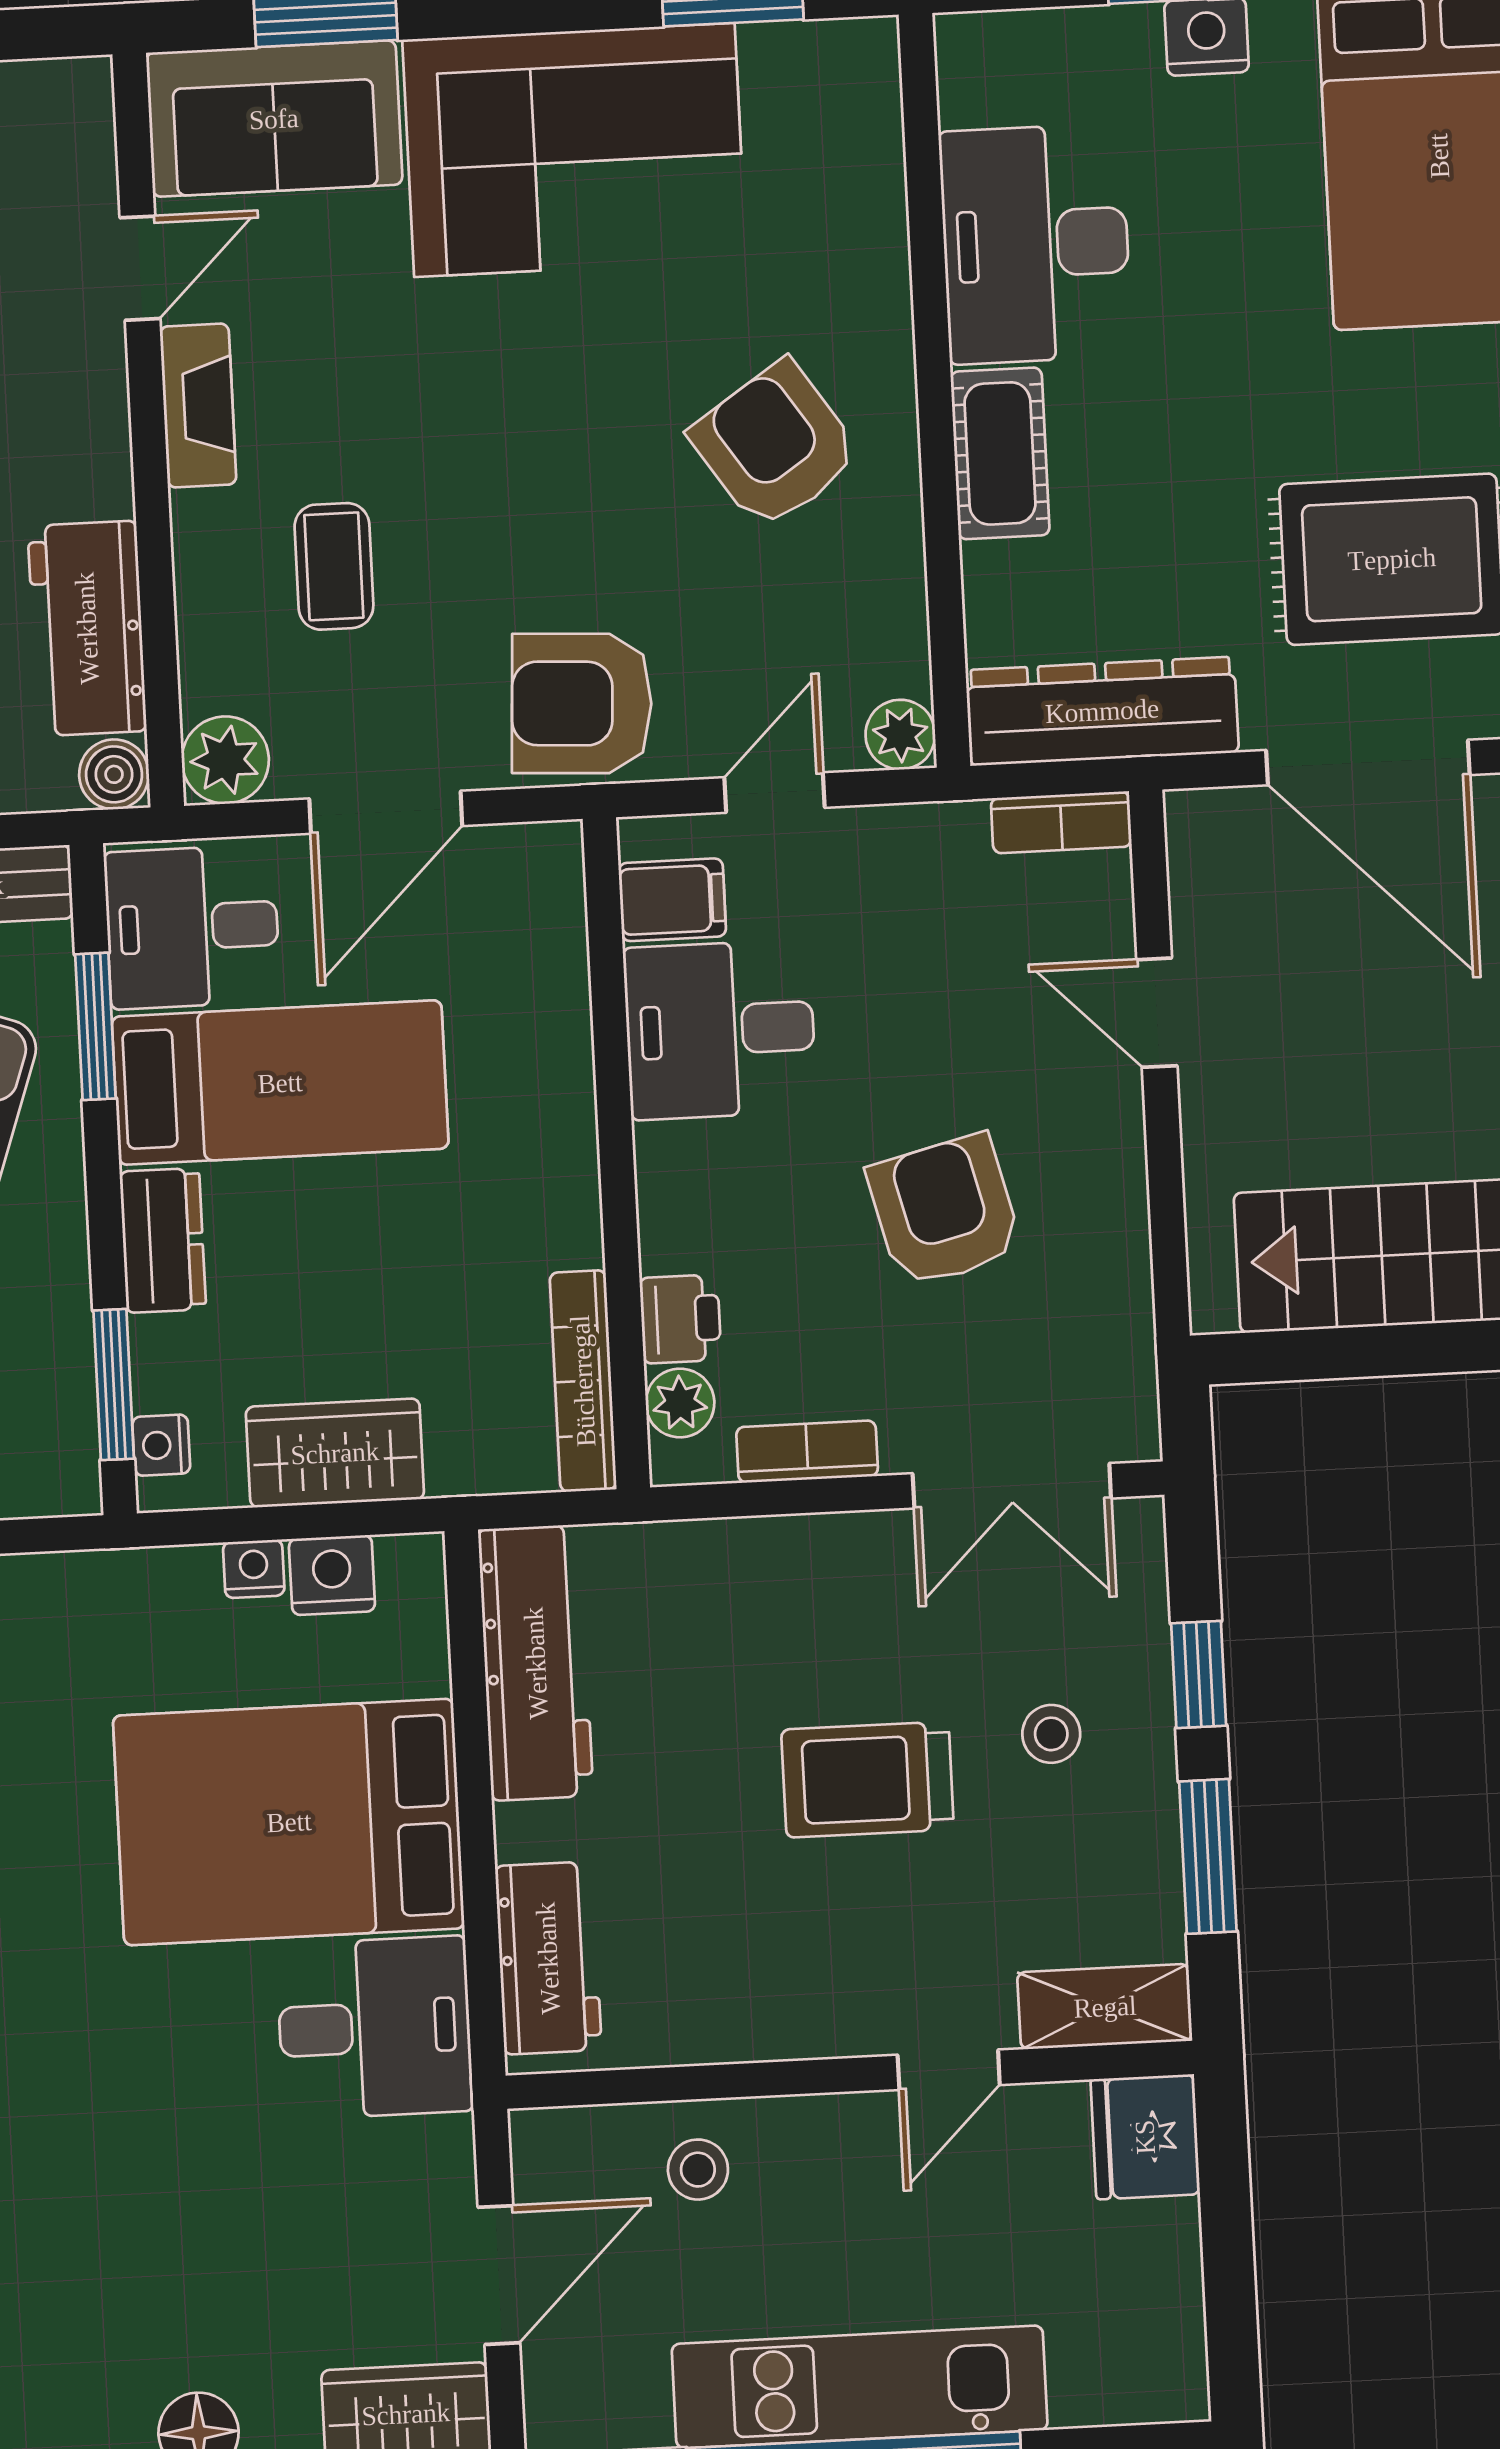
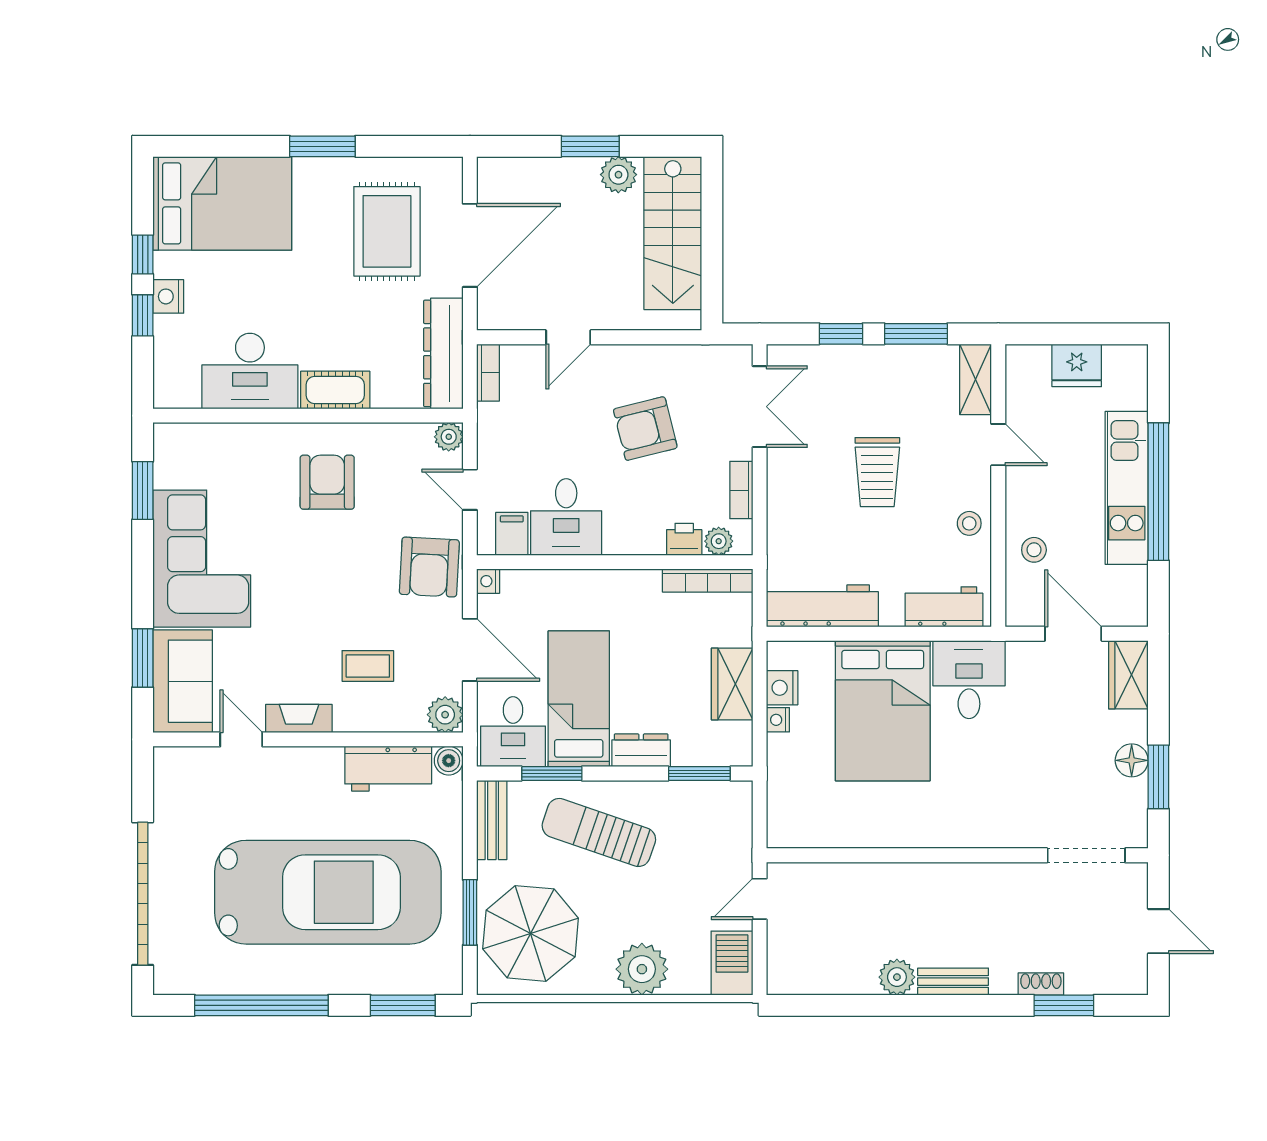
armchair: (775, 445) -> (327, 482), turned 124
nightstand: (161, 1445) -> (488, 581), moved, turned 90
stool: (1051, 1734) -> (969, 523), moved
fridge: (1145, 2137) -> (1077, 365), moved

